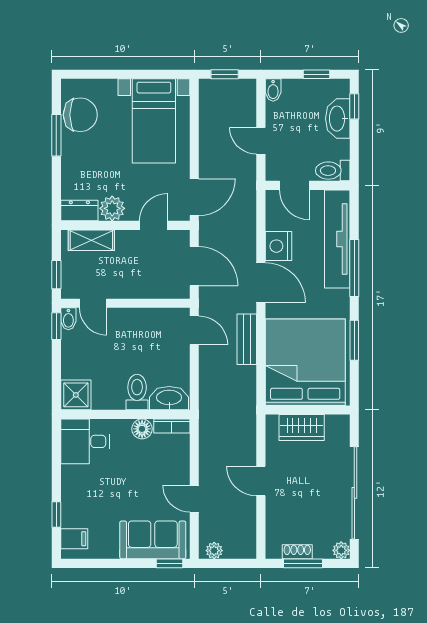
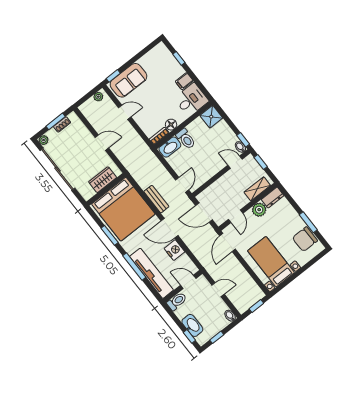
door: (194, 330) -> (182, 185), swing flipped
filing cabinet: (74, 539) -> (184, 81), moved

